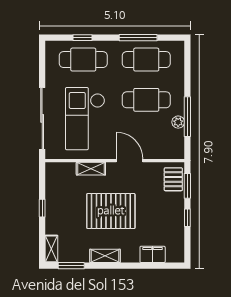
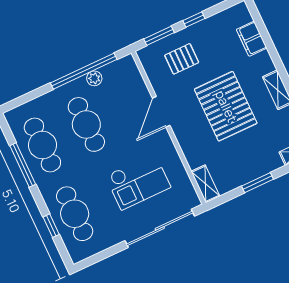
window: (187, 117) -> (84, 71), width x1.46
checkout: (85, 119) -> (138, 182), width x0.73, depth x0.83
shelving: (91, 169) -> (205, 184), moved
pallet: (173, 179) -> (182, 59), moved
window: (42, 208) -> (257, 183), width x1.50

